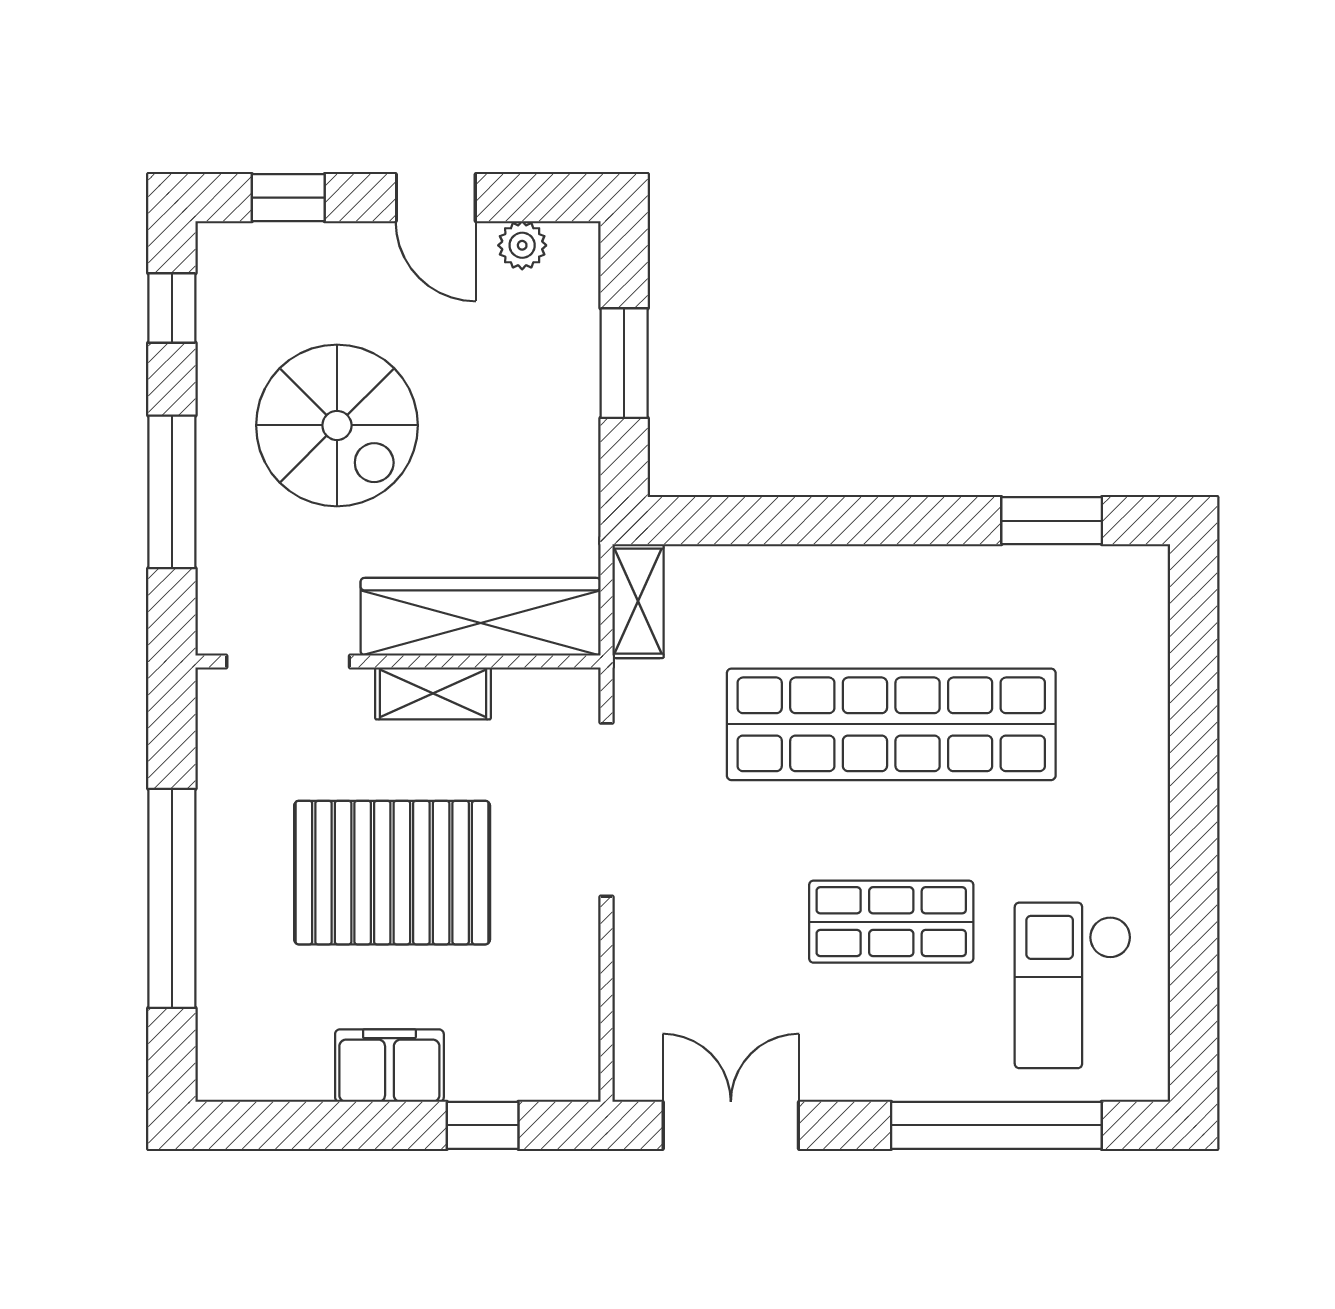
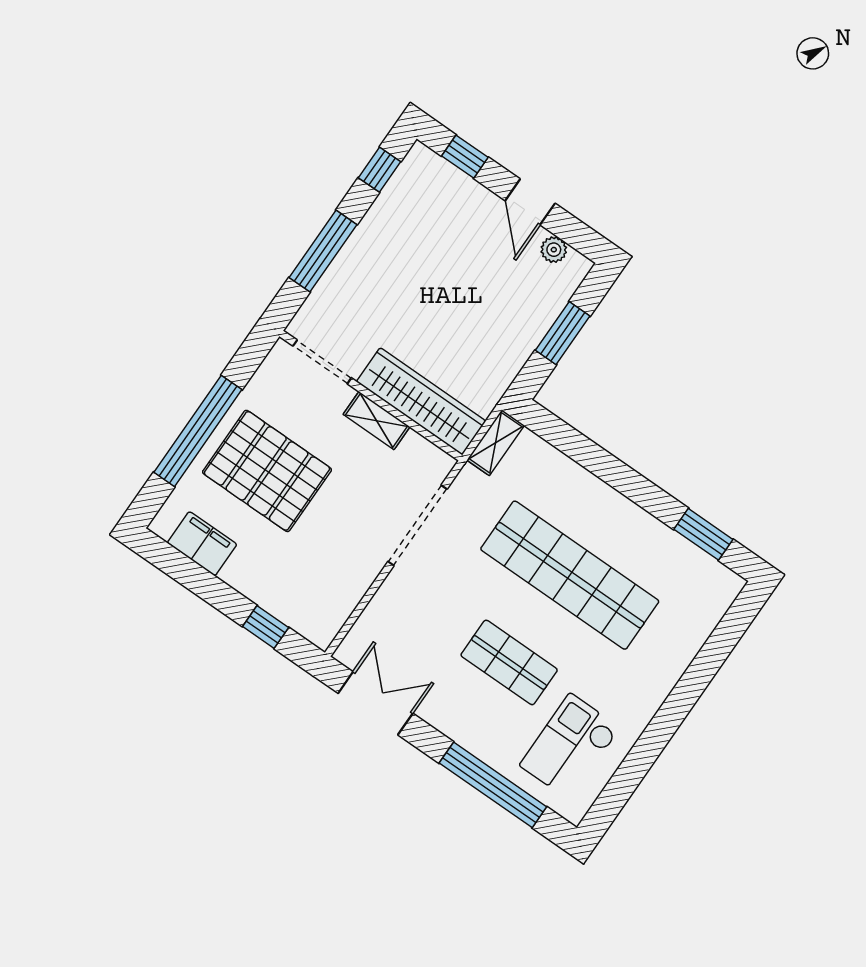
spiral stairs: (337, 425) -> (416, 272), removed
pallet: (392, 873) -> (267, 471), moved
filing cabinet: (389, 1066) -> (202, 544), moved

